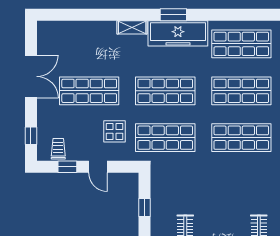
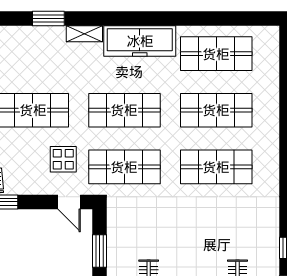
window: (173, 15) -> (48, 18), moved
door: (98, 167) -> (69, 202), moved
window: (145, 207) -> (99, 251), width x1.50

